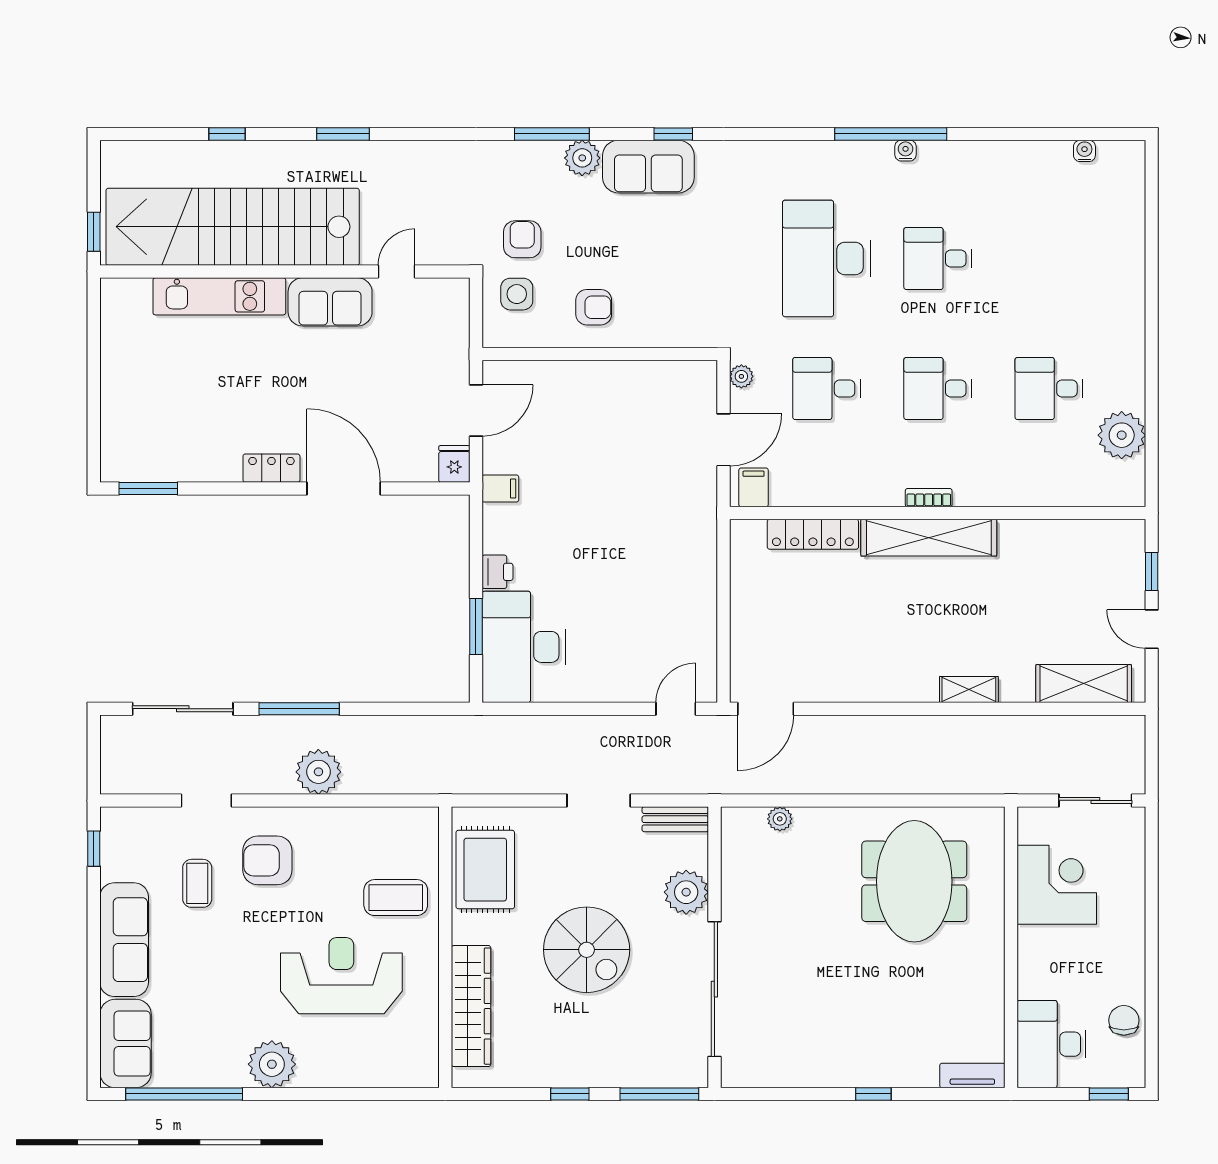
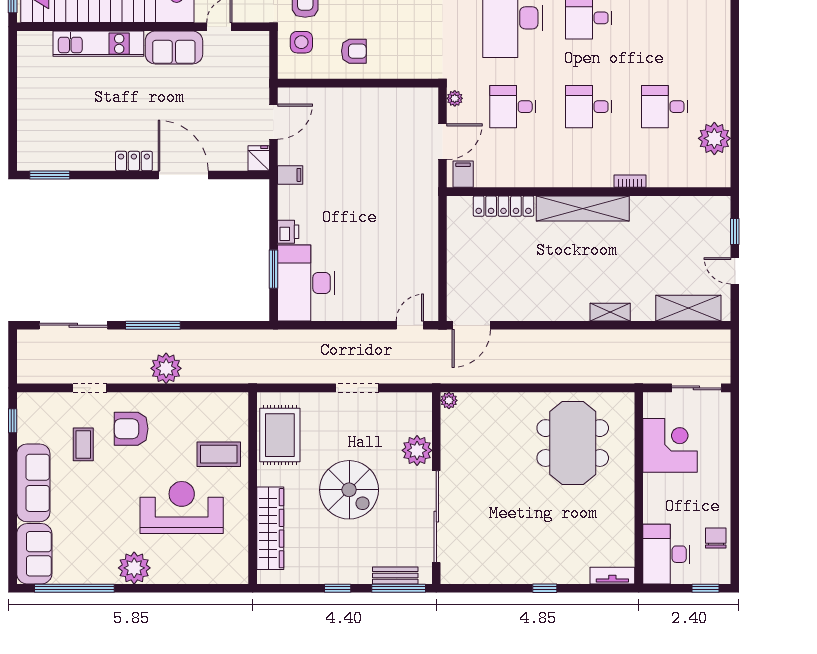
bookcase: (929, 498) -> (630, 181), moved
bench: (675, 819) -> (395, 575), moved
plant: (780, 819) -> (449, 400), moved

